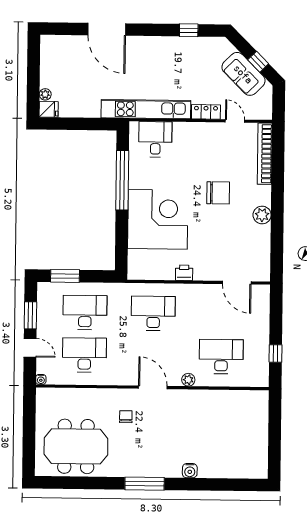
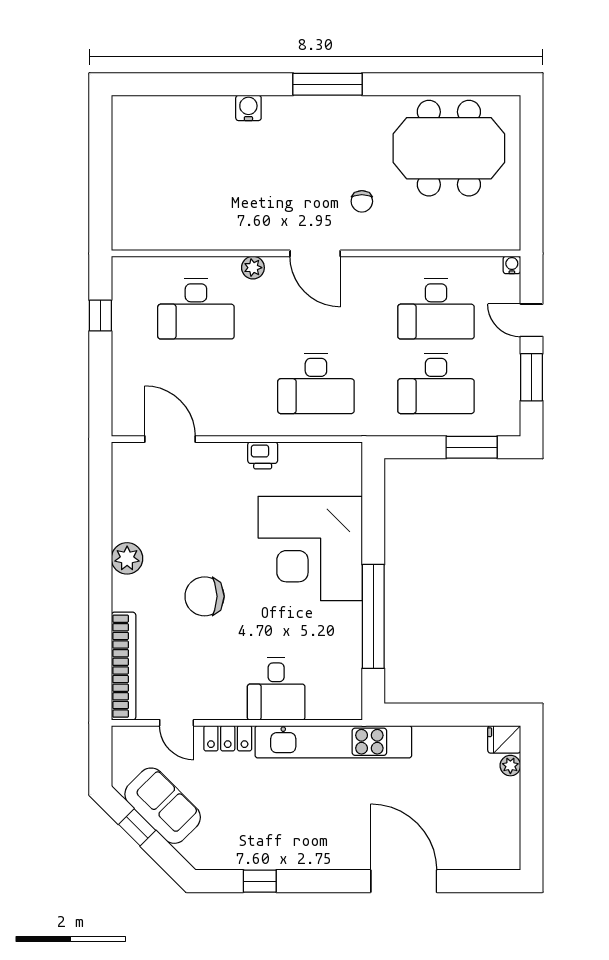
desk: (155, 139) -> (276, 689), moved

